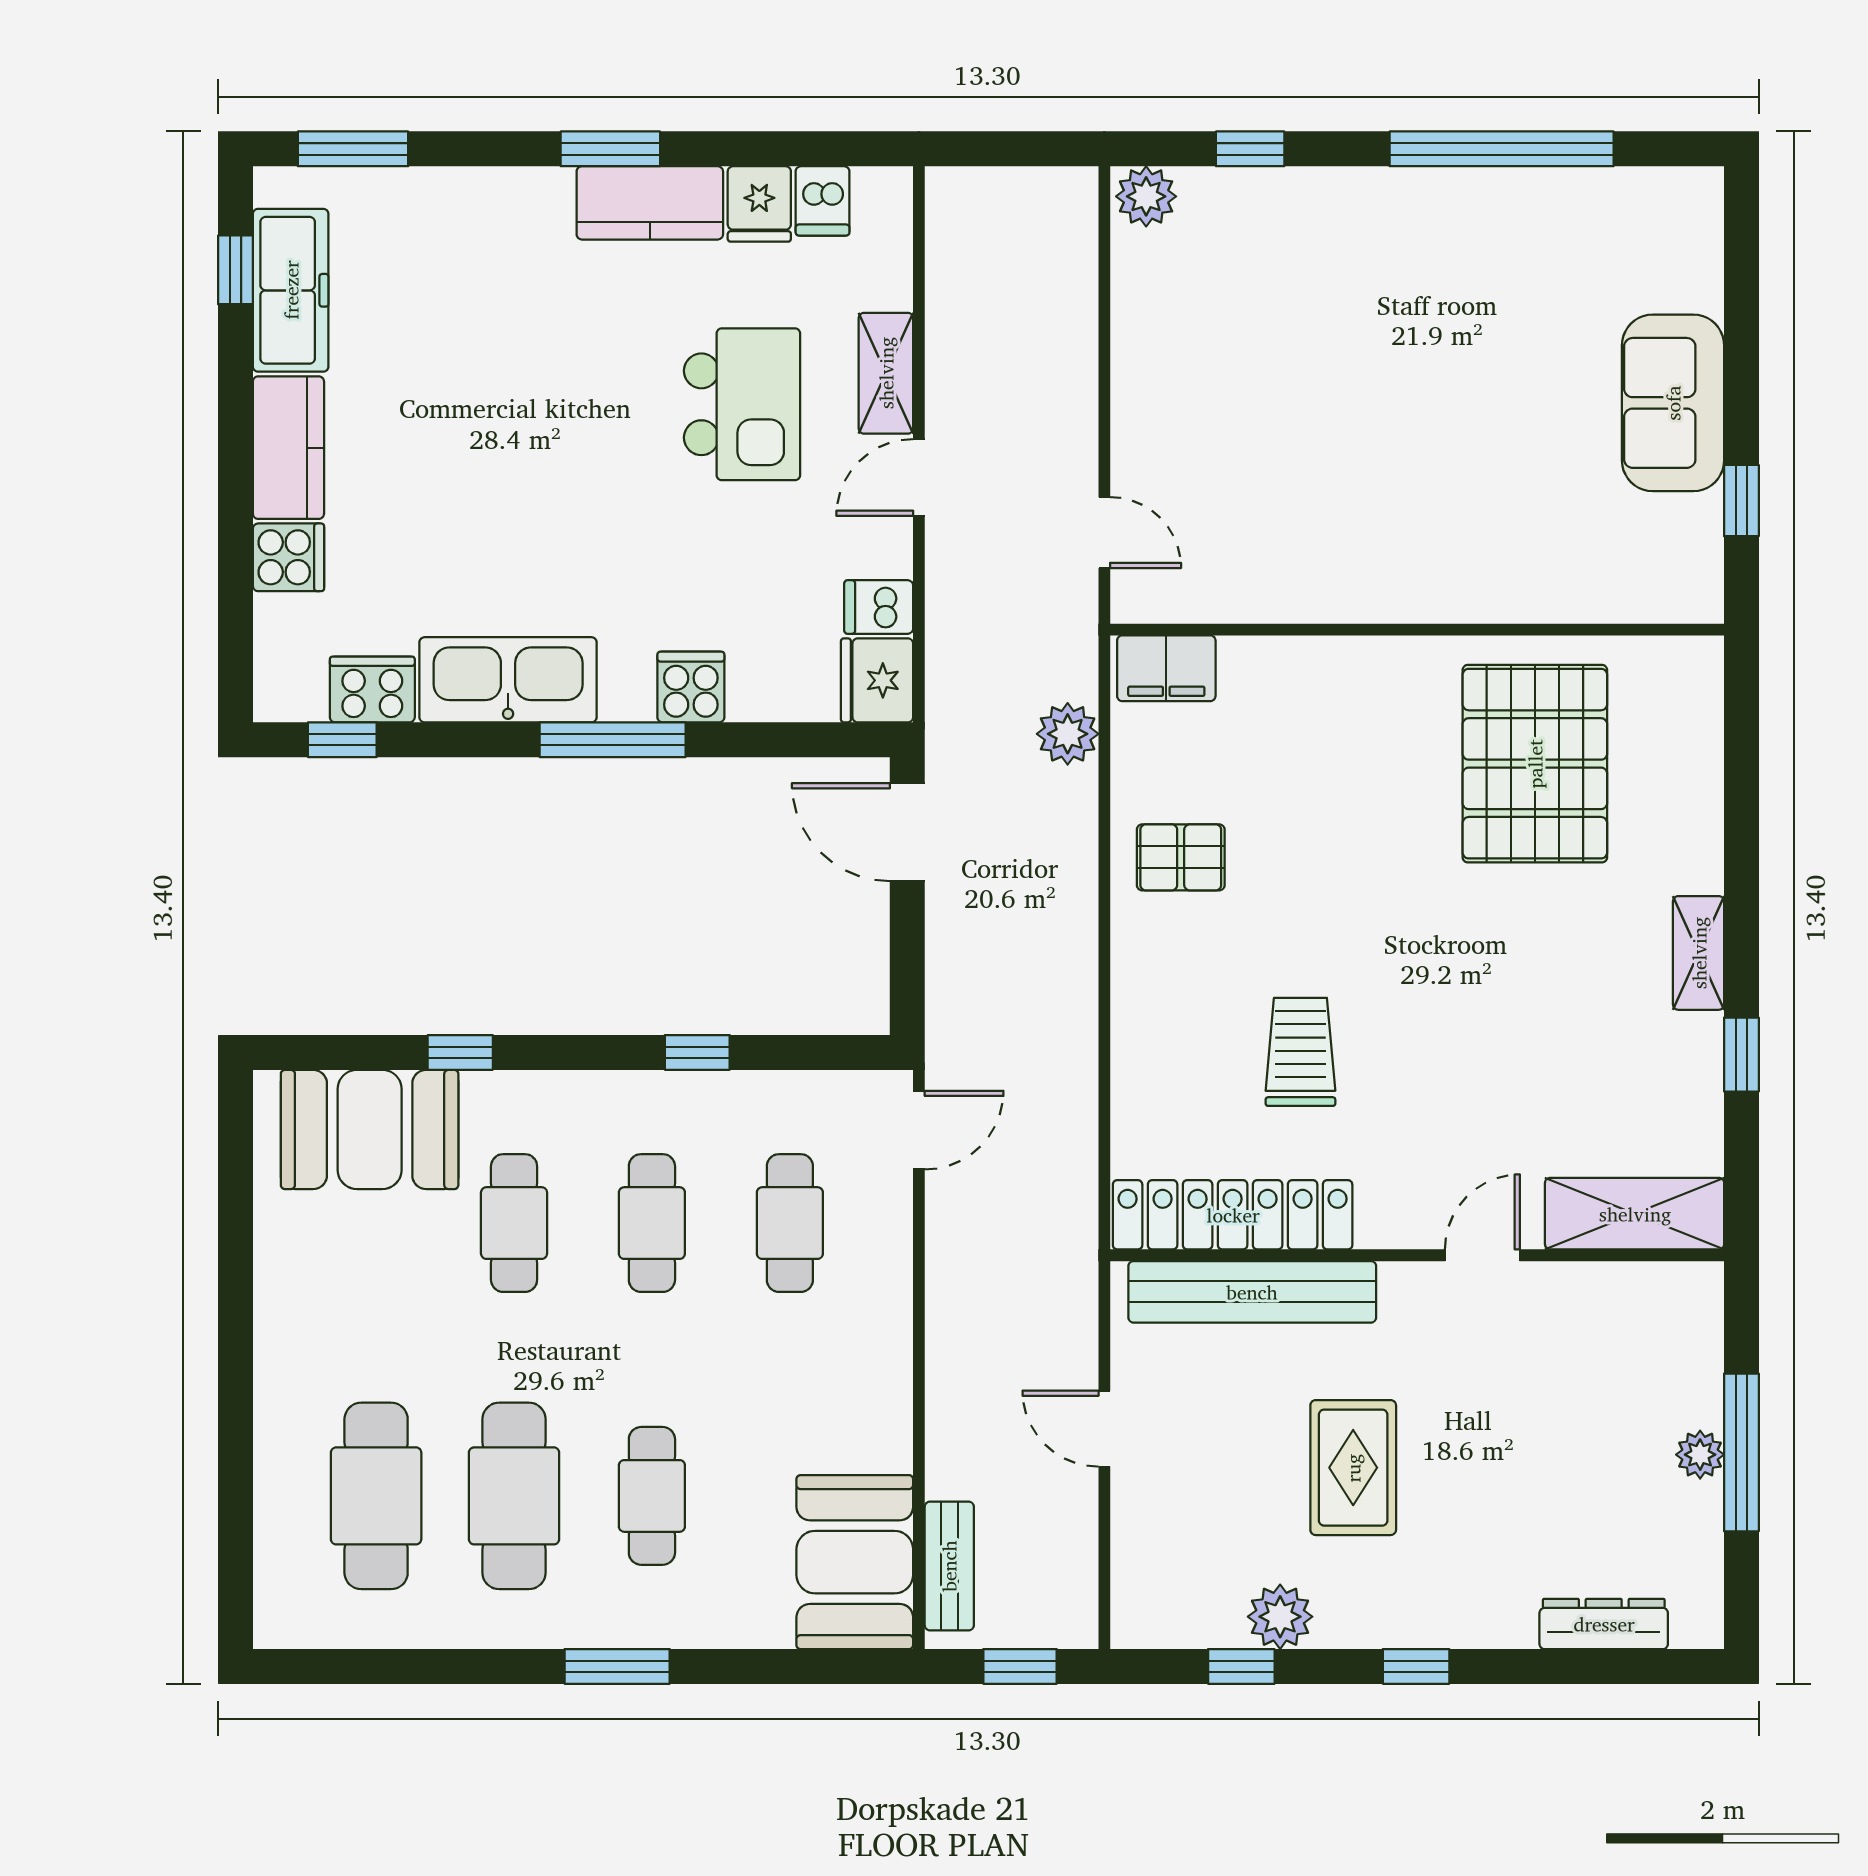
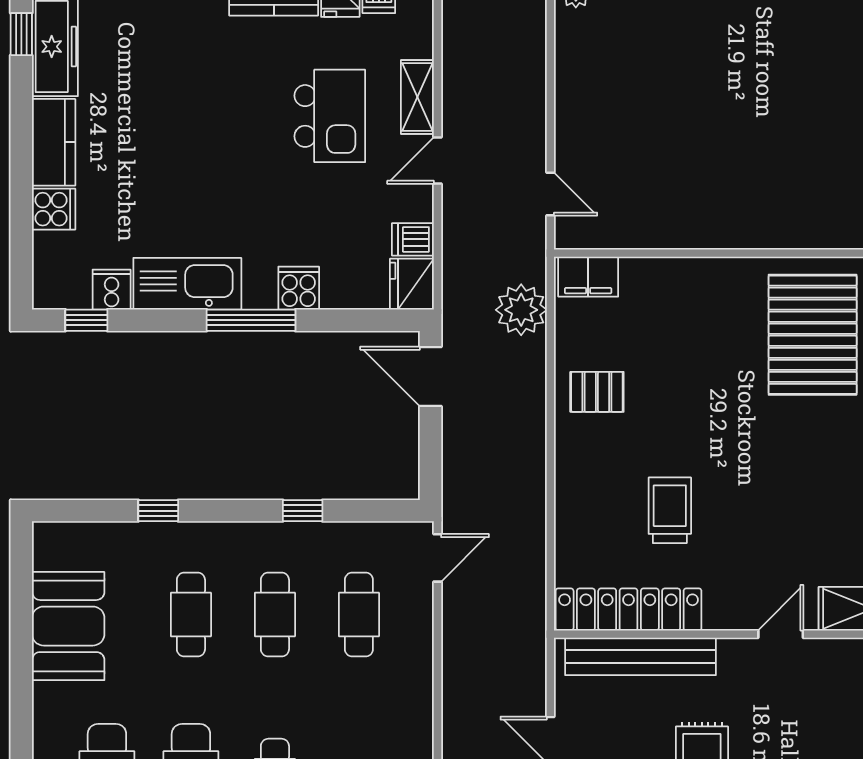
cooker: (372, 689) -> (112, 290), width x0.73
plant: (1068, 734) -> (521, 310), width x1.36, depth x1.36
booth: (370, 1129) -> (68, 626), moved, turned 90

